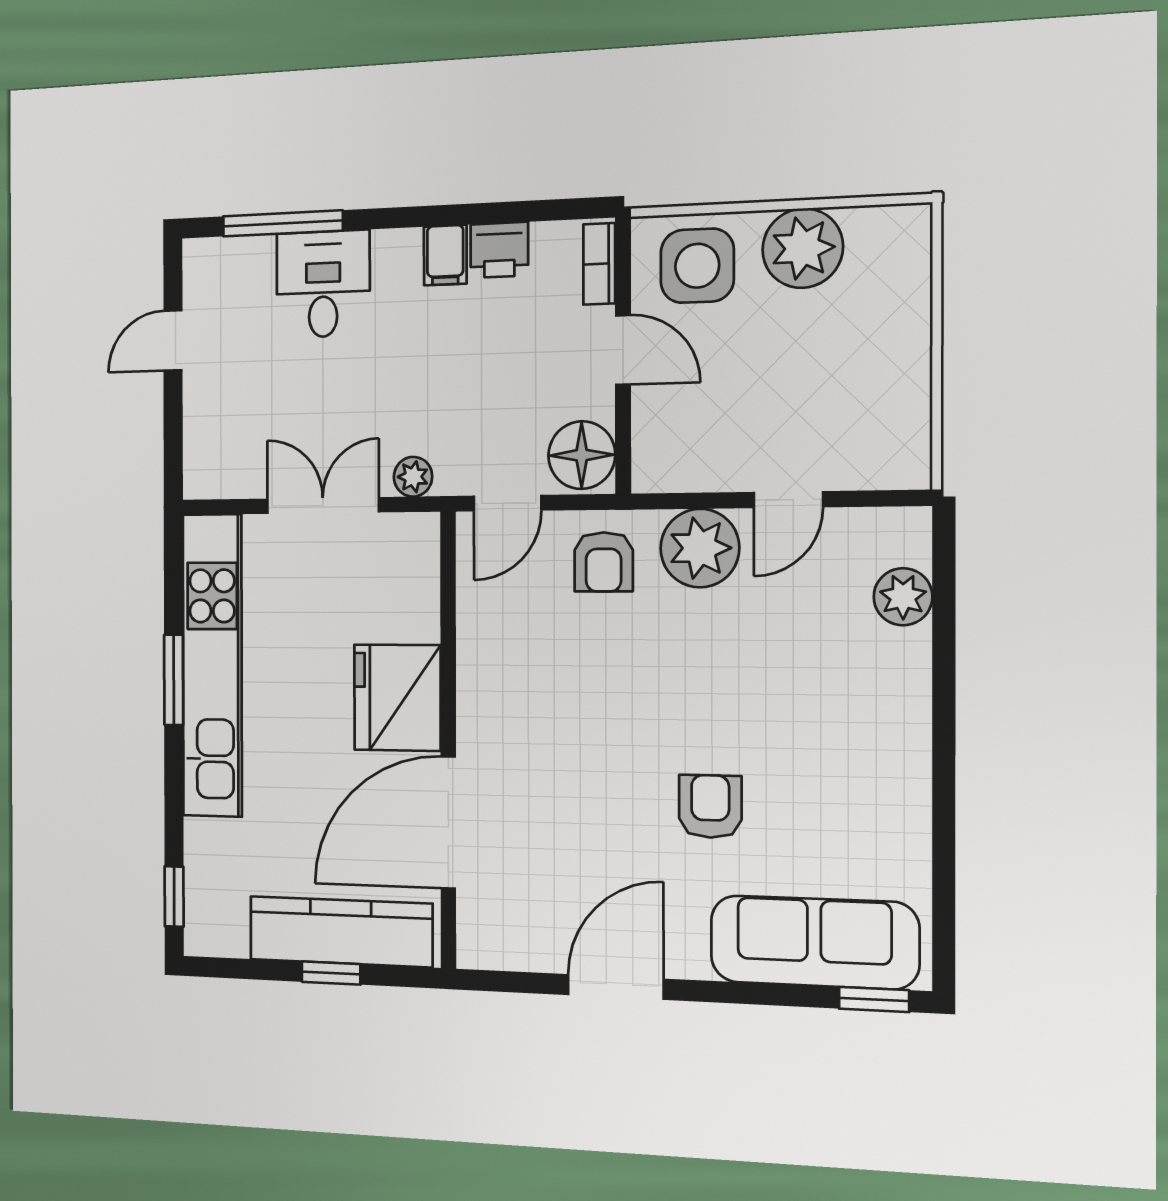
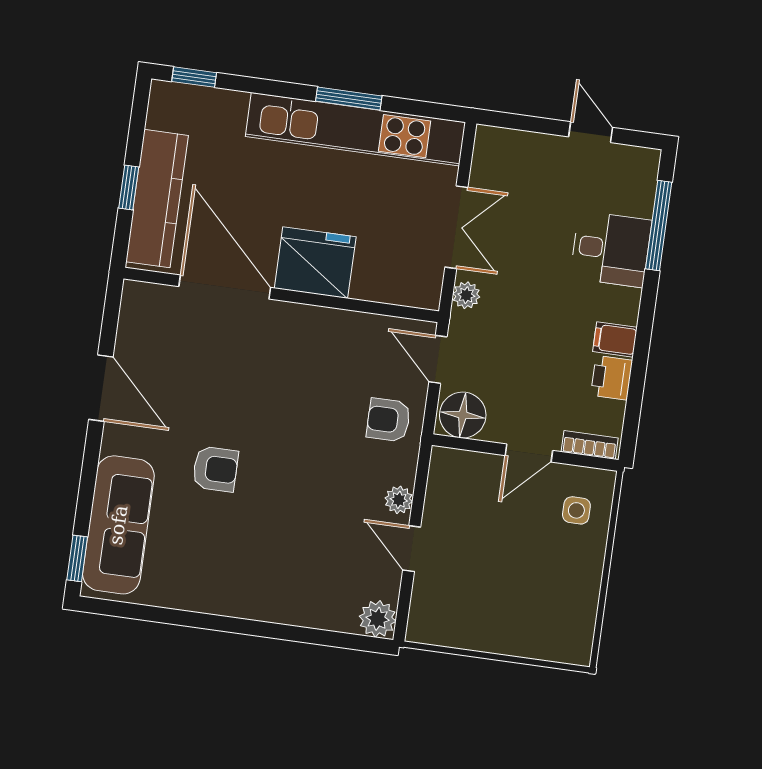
plant: (803, 248) -> (575, 581), removed
side table: (697, 266) -> (576, 510), width x0.54, depth x0.54
plant: (700, 548) -> (399, 500), width x0.53, depth x0.53
plant: (903, 597) -> (378, 619), moved

